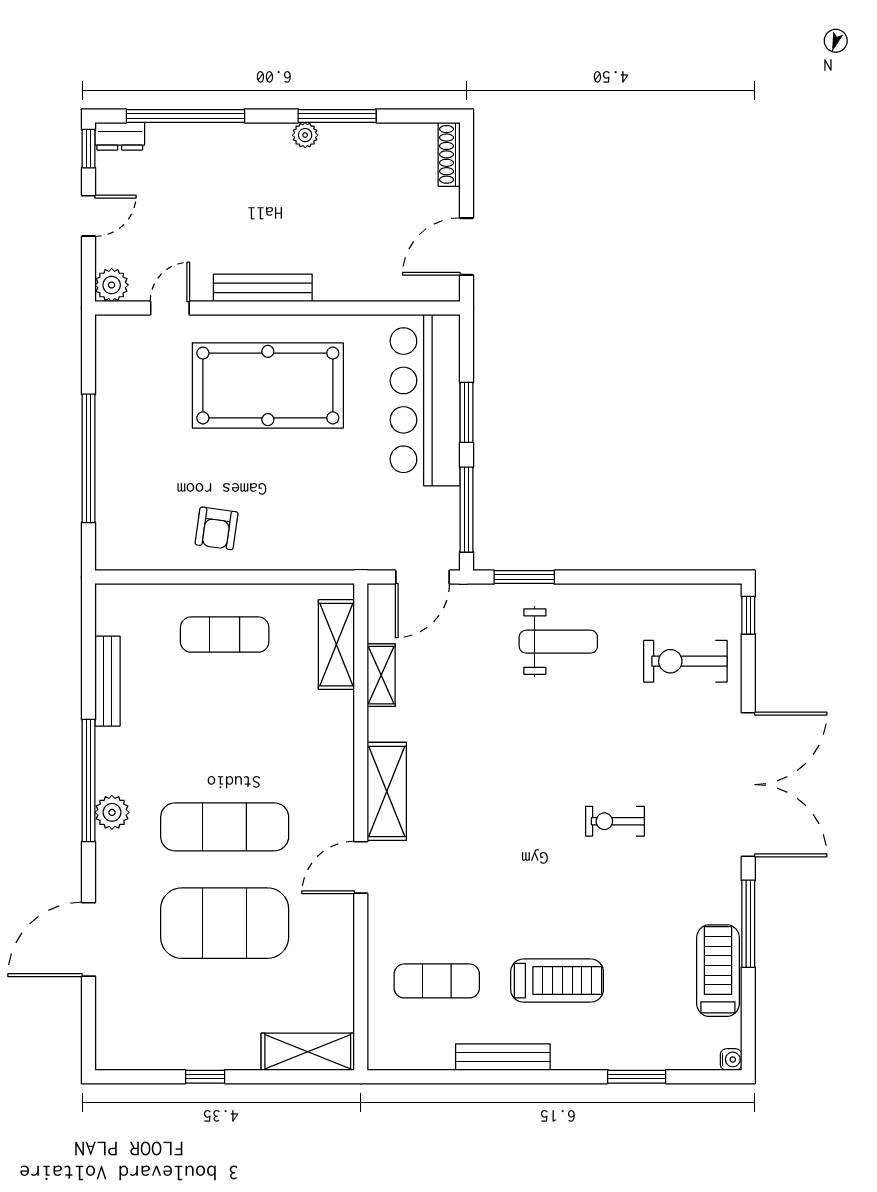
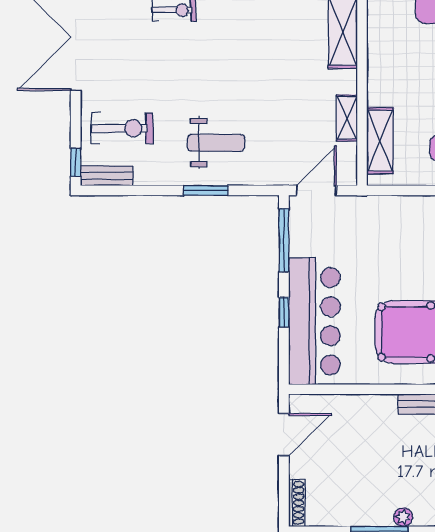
window: (466, 412) -> (284, 312), width x0.67
window: (524, 577) -> (206, 190), moved
bench: (706, 597) -> (107, 176), added
weight bench: (558, 642) -> (216, 143), turned 180

